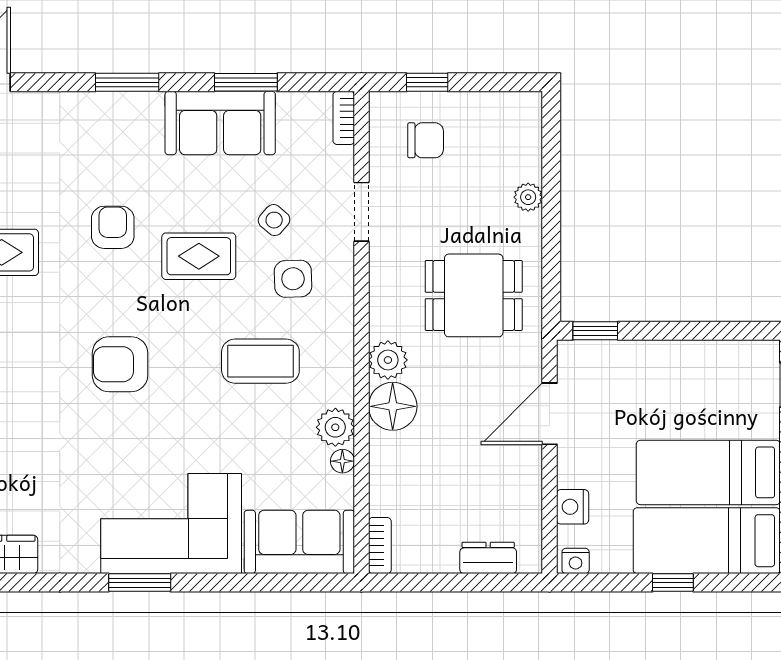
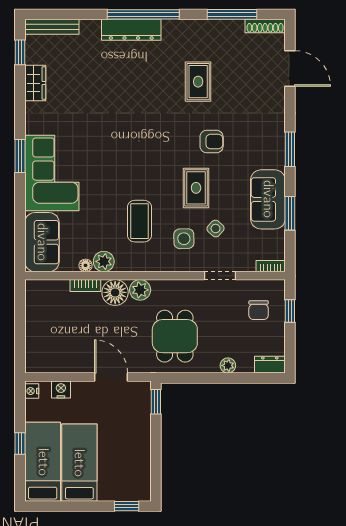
armchair: (120, 364) -> (138, 145), removed
bookcase: (380, 546) -> (85, 286), moved
dresser: (488, 558) -> (270, 365), moved, turned -90

